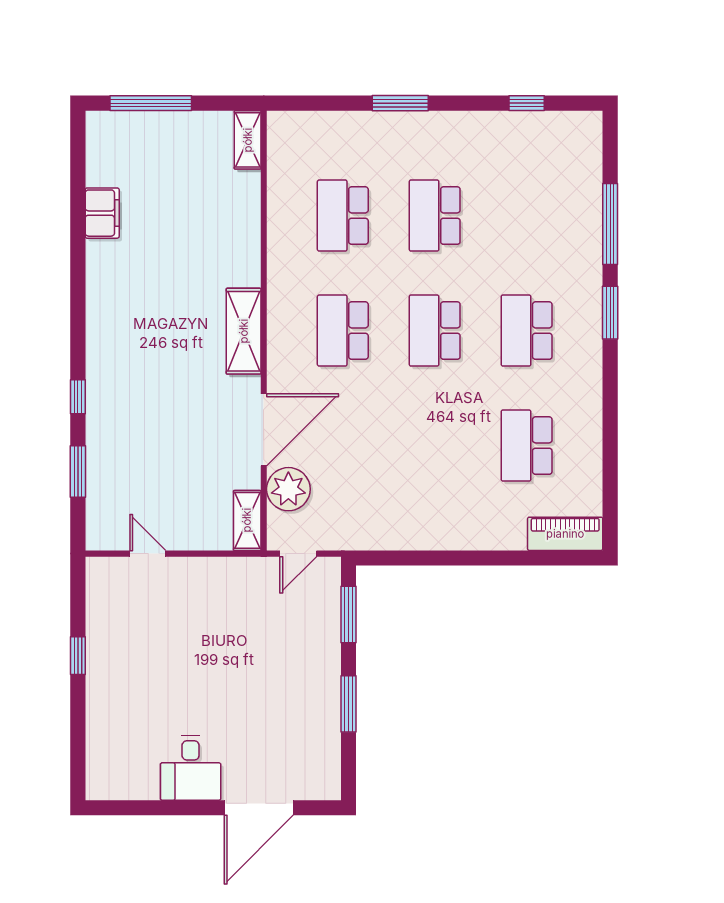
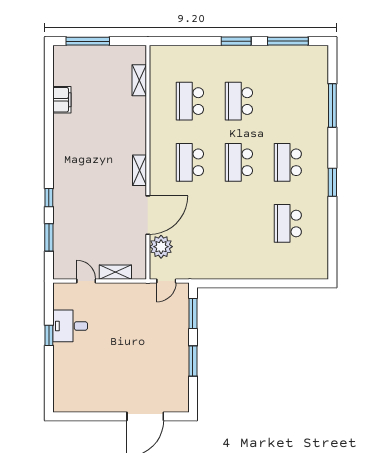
window: (400, 103) -> (236, 41), moved
window: (527, 103) -> (288, 41), width x2.17
shelving: (248, 140) -> (139, 80), moved
window: (610, 313) -> (332, 182), moved
shelving: (244, 331) -> (139, 170), width x0.67, depth x0.75
shelving: (247, 520) -> (115, 272), moved, turned 90
piano: (565, 534) -> (308, 270), removed
desk: (191, 768) -> (70, 326), moved, turned 90

